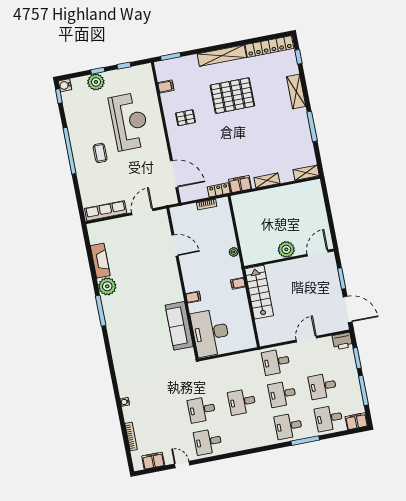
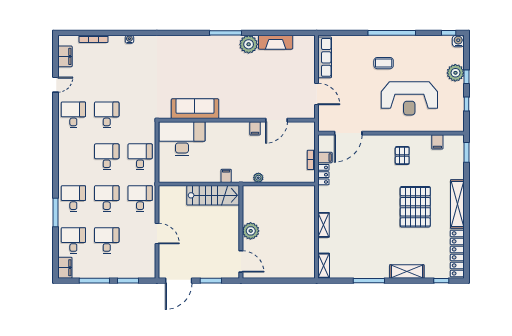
filing cabinet: (240, 184) -> (325, 158), moved, width x0.50
filing cabinet: (193, 297) -> (255, 128), moved
printer: (342, 341) -> (148, 269), removed
desk: (236, 370) -> (140, 157), added

